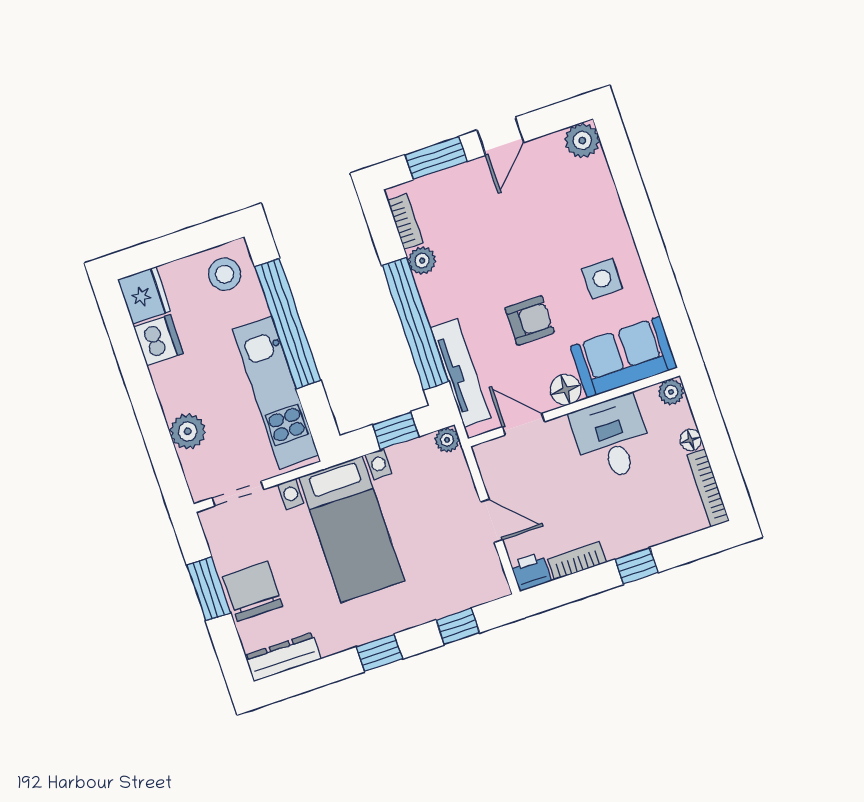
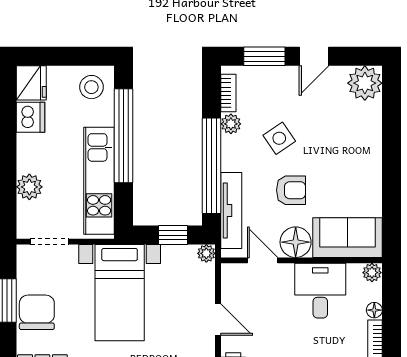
plant: (582, 141) -> (365, 83), width x1.36, depth x1.36
side table: (602, 279) -> (279, 138), moved, turned -34
floor lamp: (566, 390) -> (296, 242), width x1.38, depth x1.38

